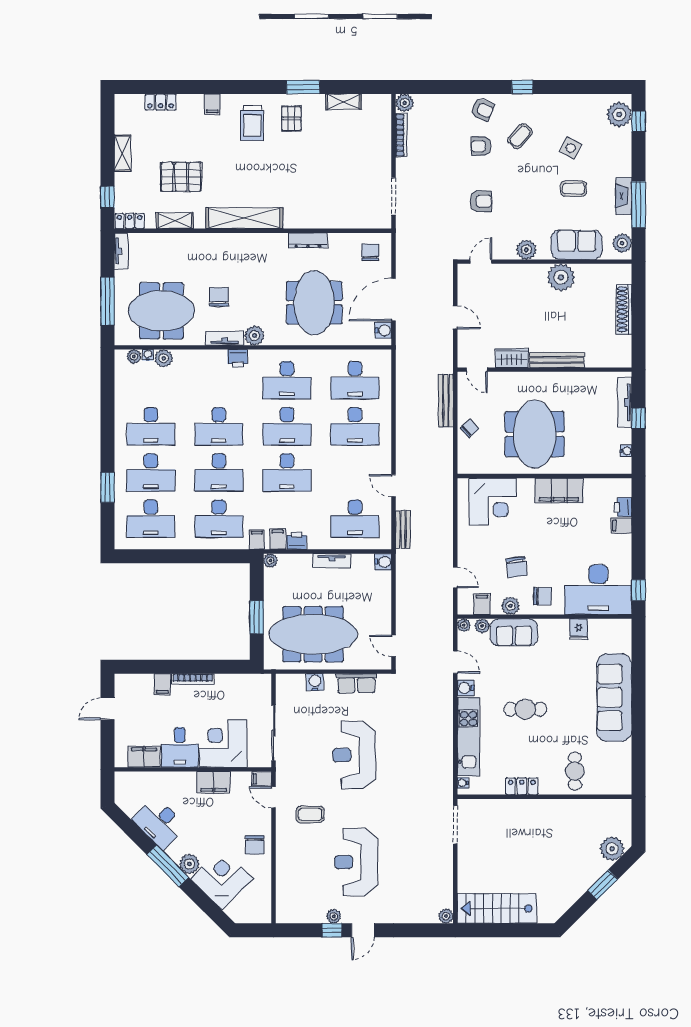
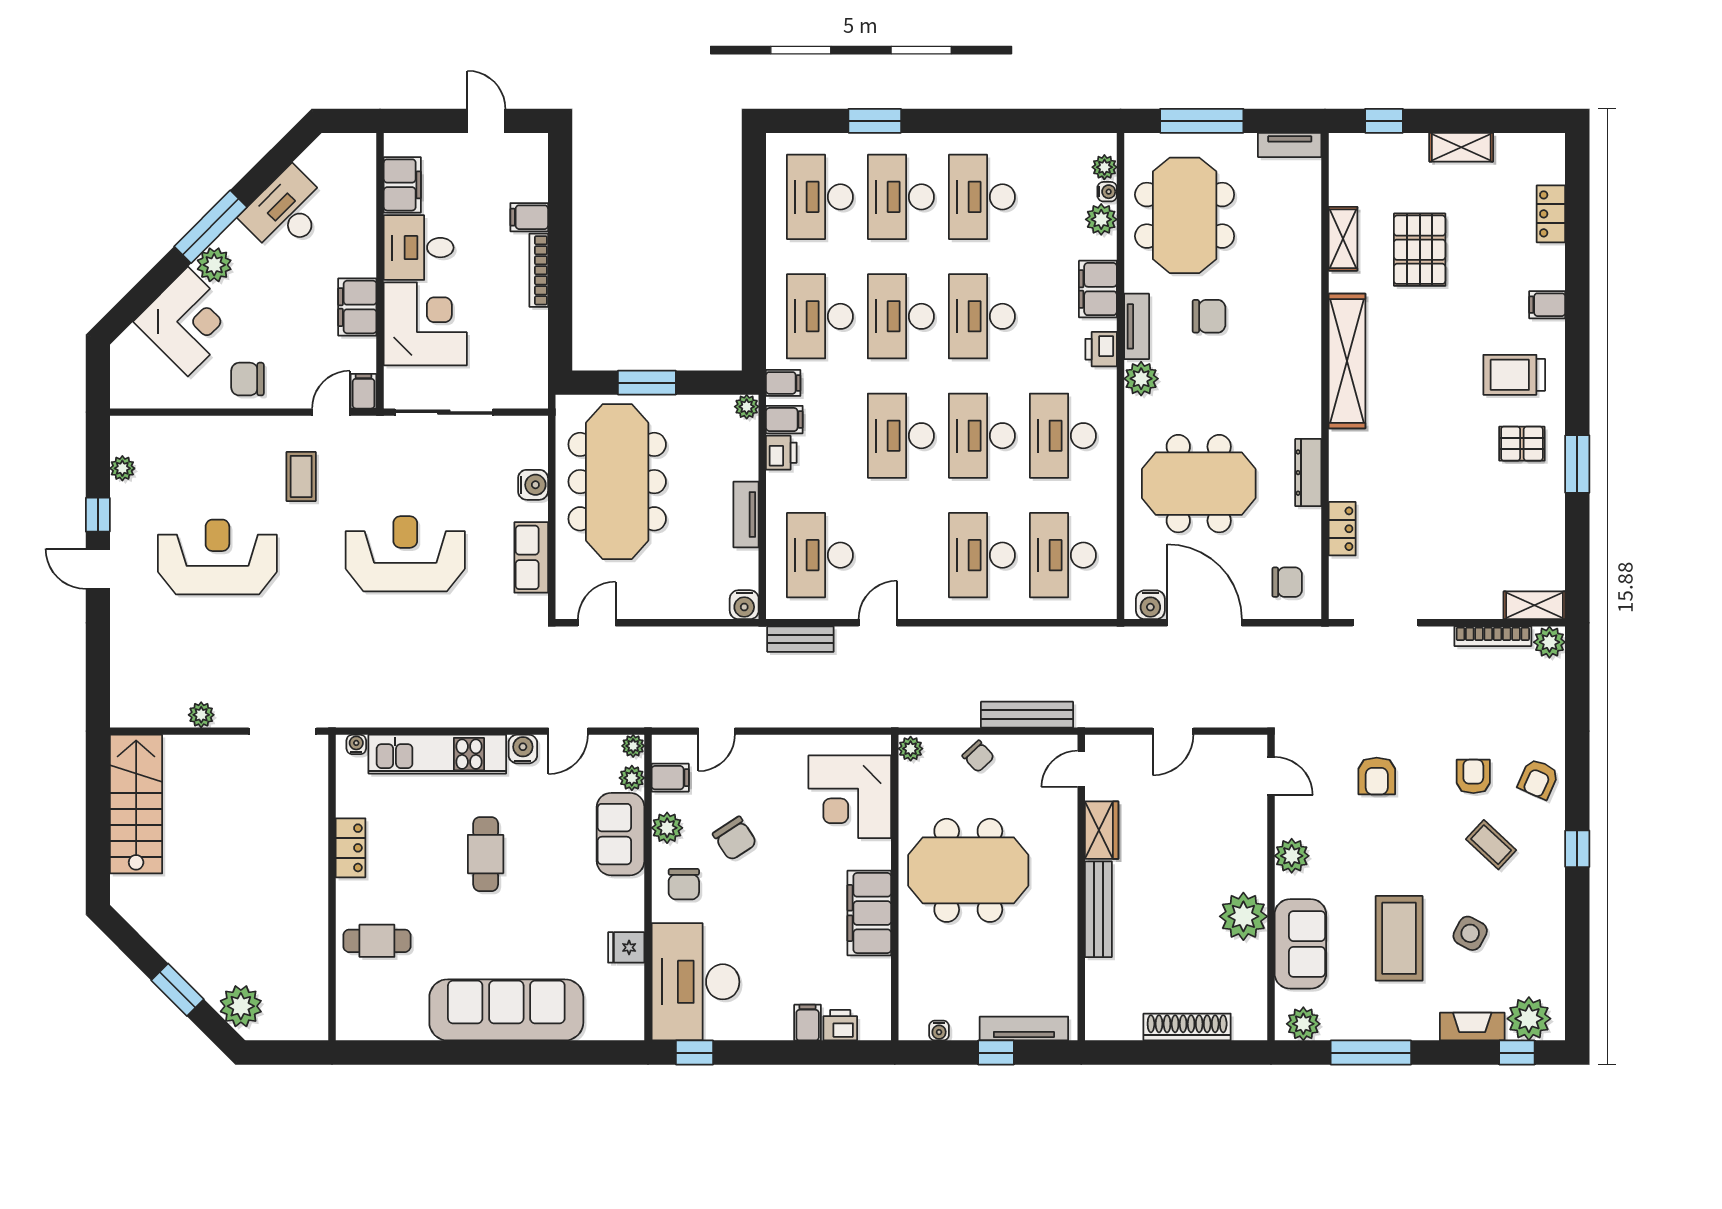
shelving: (344, 102) -> (1534, 605), moved, turned 90
coffee table: (573, 189) -> (1399, 938), width x1.86, depth x1.72
fireplace: (624, 196) -> (1472, 1027), moved
locker: (130, 221) -> (1342, 529), moved
filing cabinet: (203, 360) -> (1098, 289), added
plant: (465, 467) -> (911, 749), added
chair: (517, 567) -> (735, 839), turned -116
plant: (334, 916) -> (122, 468), moved
plant: (446, 916) -> (201, 715), moved

